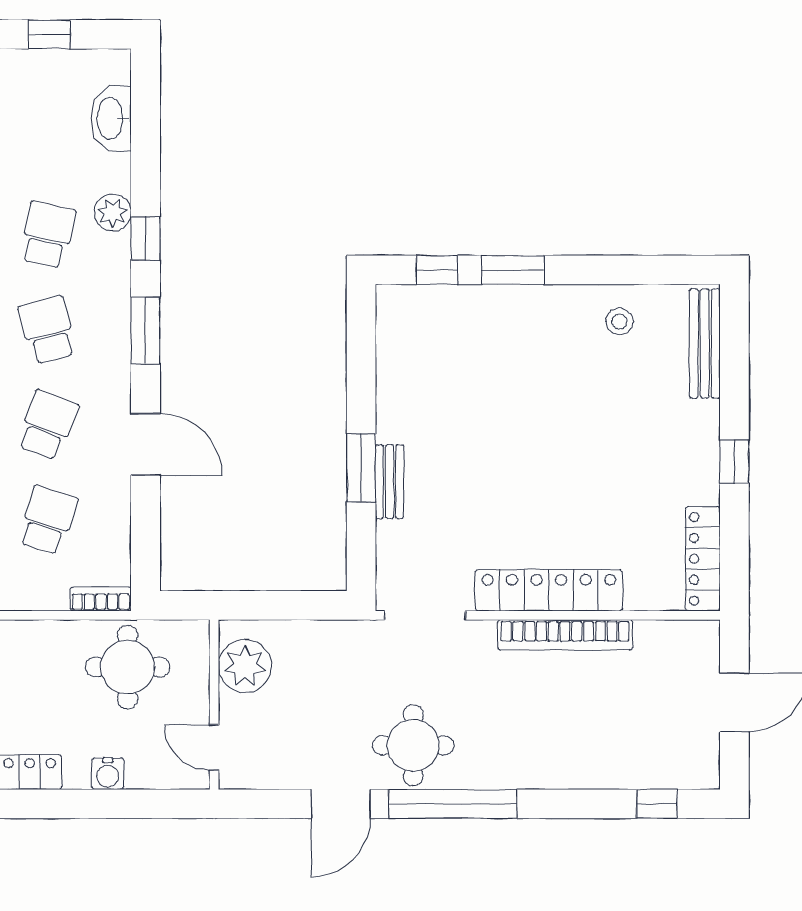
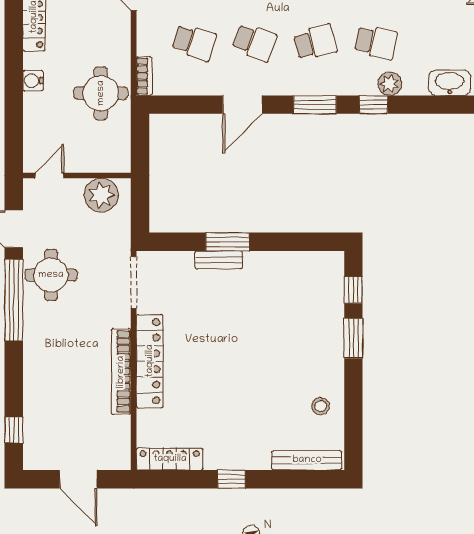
plant: (245, 666) -> (101, 195), moved
wall: (214, 705) -> (77, 175), moved
door: (214, 748) -> (49, 175), moved

